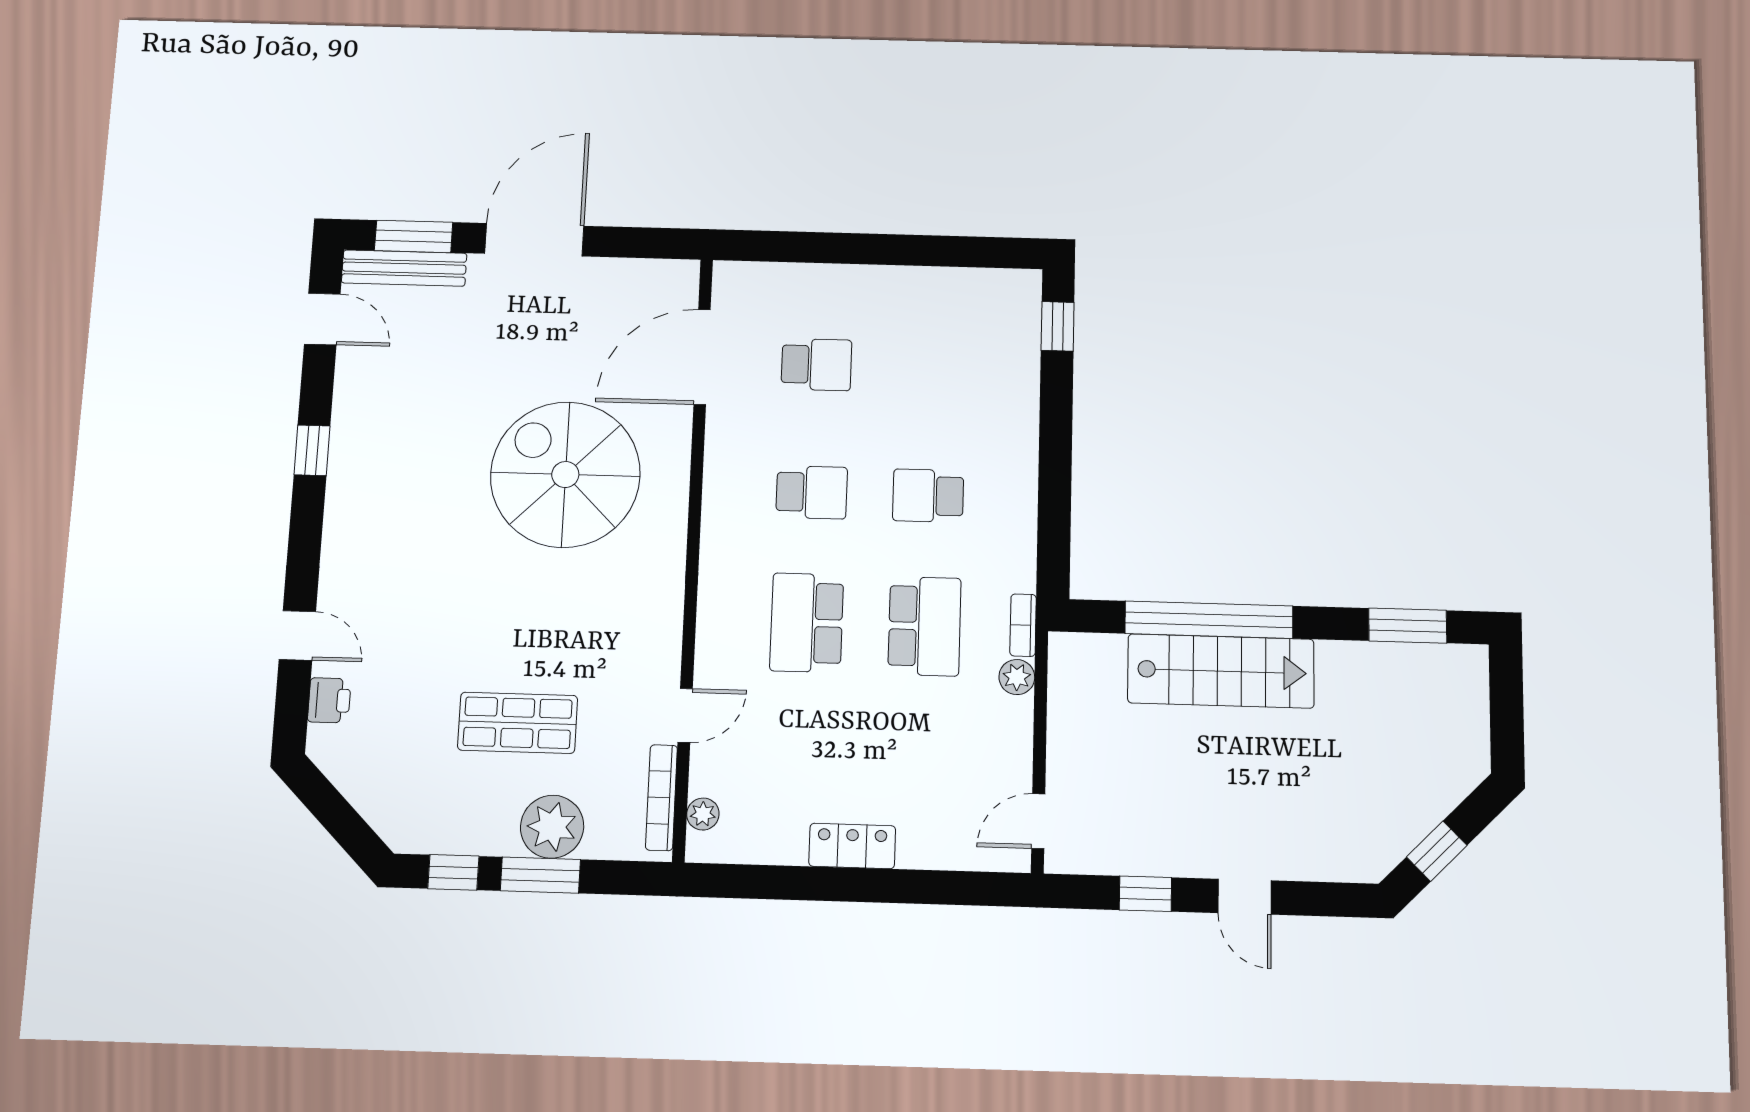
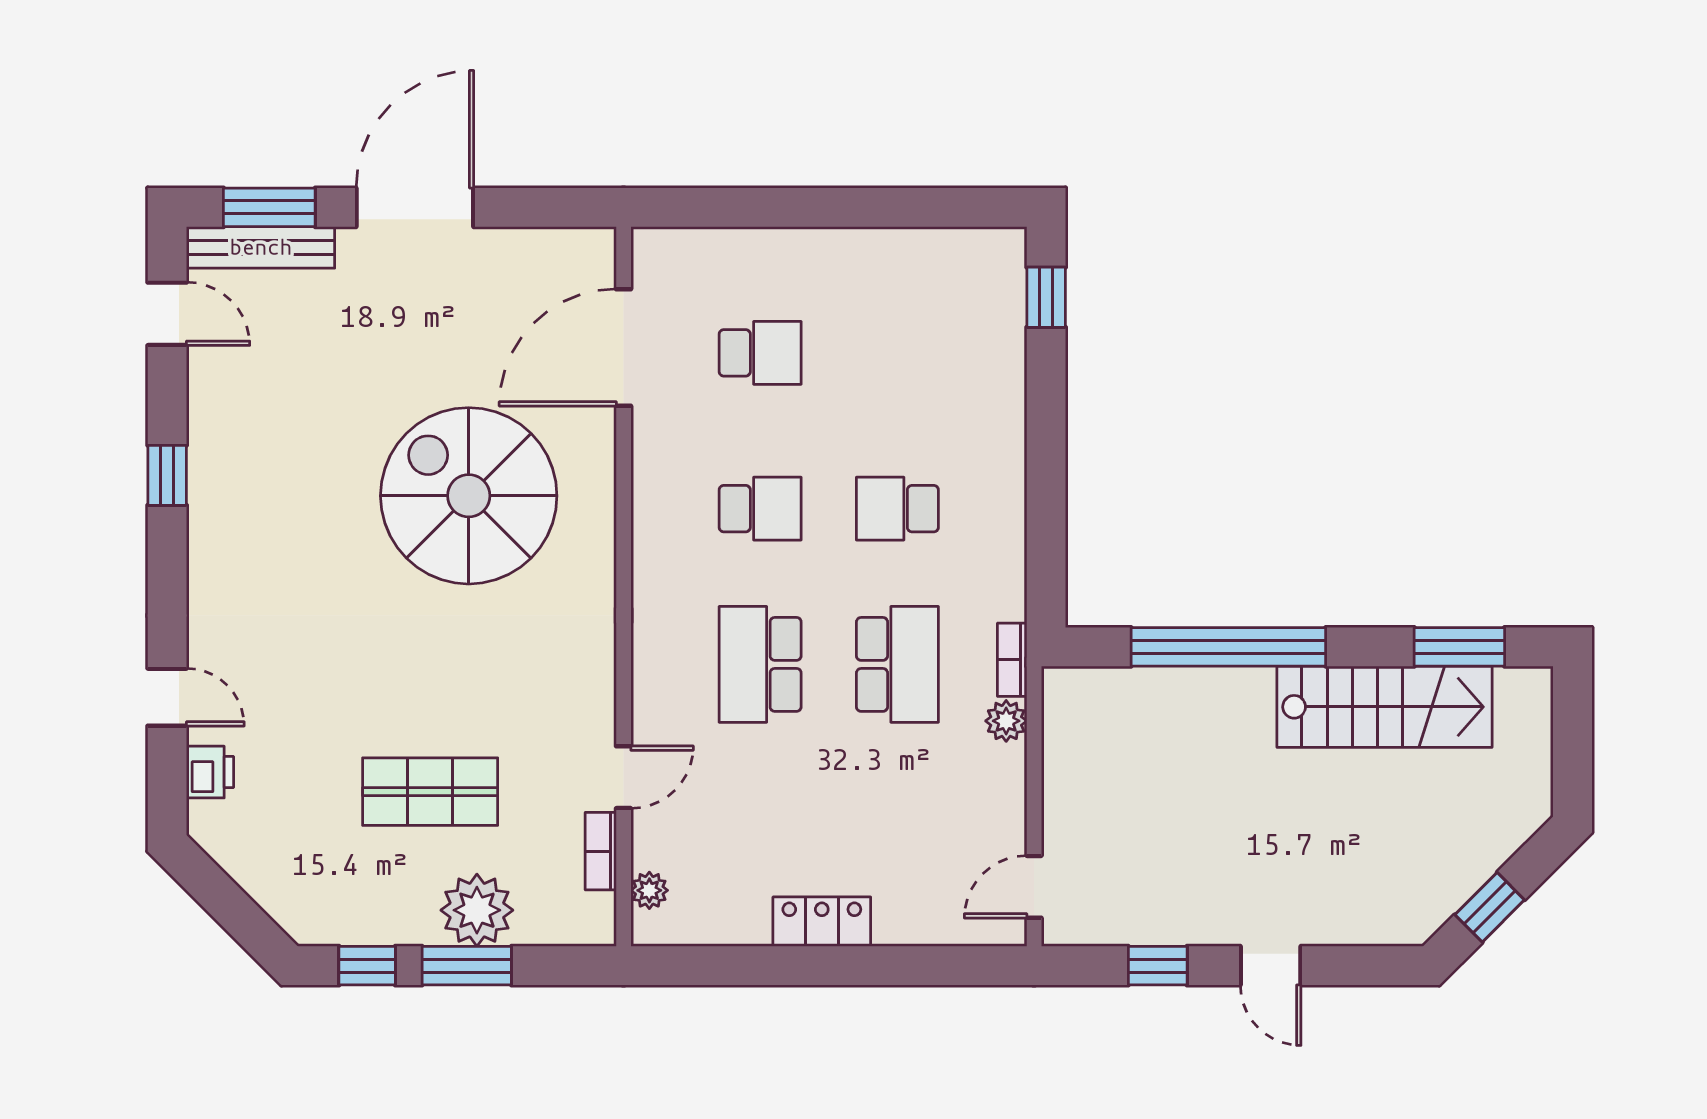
stairs: (1221, 671) -> (1384, 707), moved
bookcase: (661, 798) -> (601, 851), width x0.64

